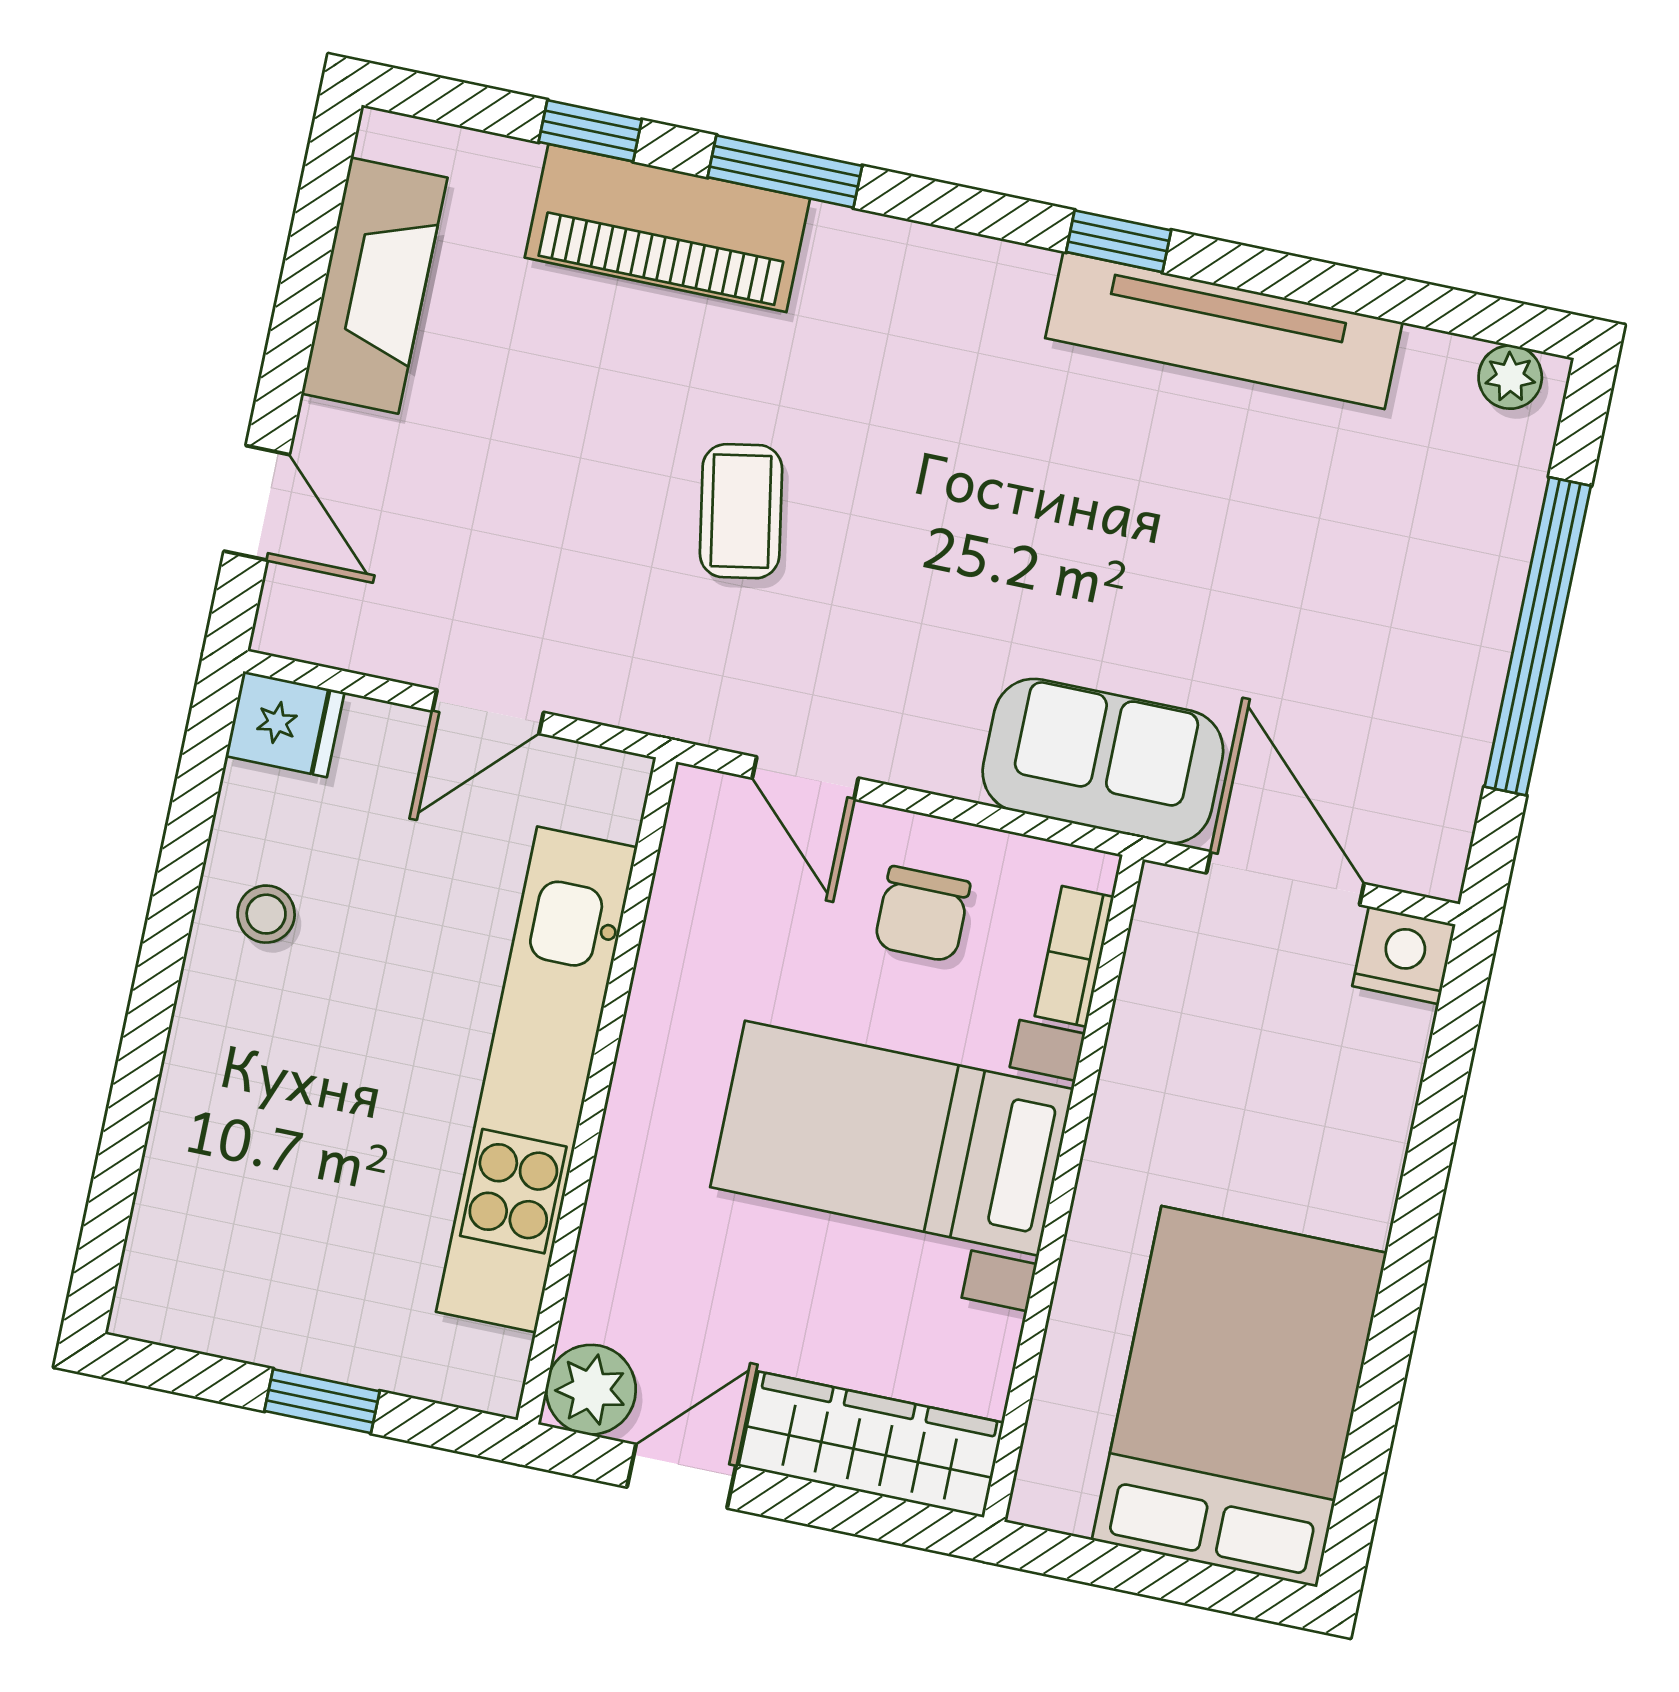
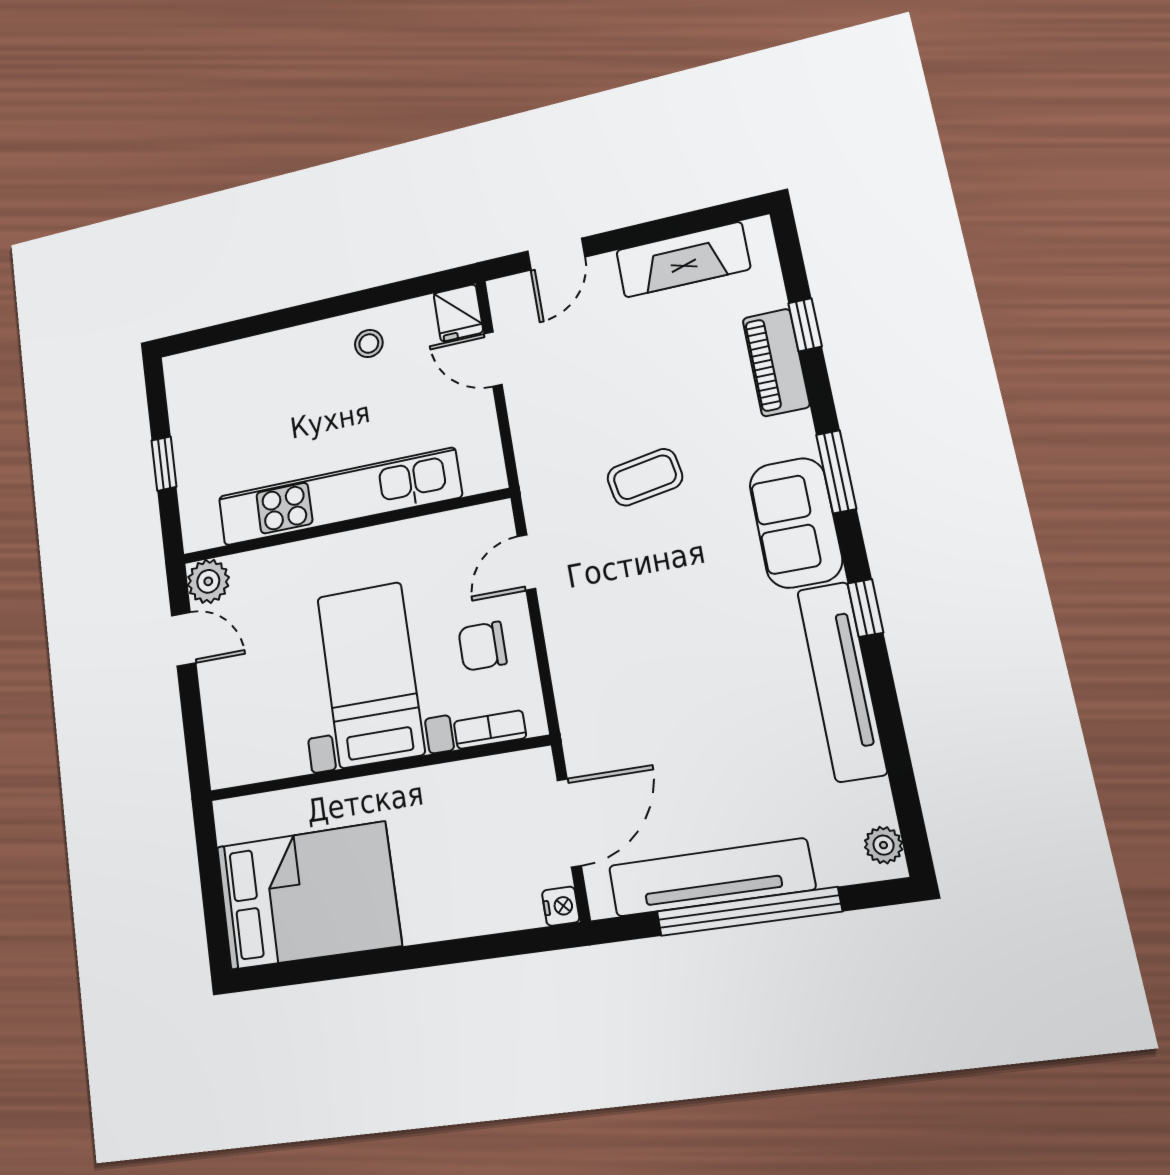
window: (785, 171) -> (836, 472), moved
piano: (667, 228) -> (776, 362), width x0.73, depth x0.75
tv unit: (1462, 675) -> (711, 878), added
door: (488, 712) -> (493, 359), moved
sofa: (1103, 761) -> (796, 523), moved, turned 180
nightstand: (1404, 955) -> (561, 906), width x0.72, depth x0.74
wardrobe: (871, 1444) -> (227, 722), removed

